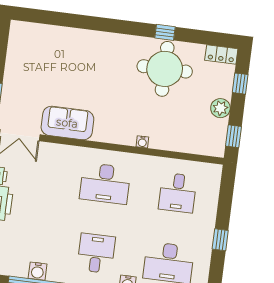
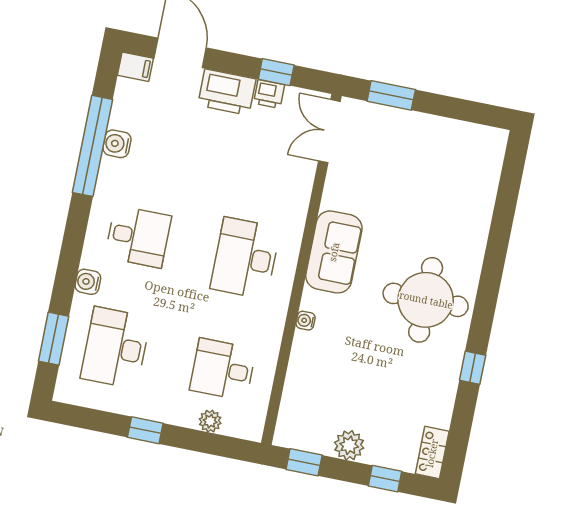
round table: (165, 69) -> (426, 300), moved
sofa: (67, 123) -> (334, 252), moved
plant: (211, 198) -> (210, 421), added

